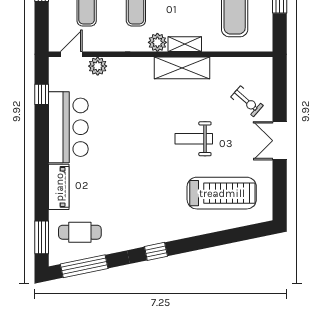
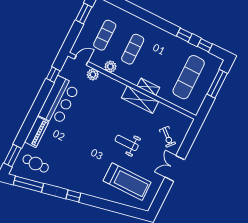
plant: (157, 42) -> (110, 67), moved

